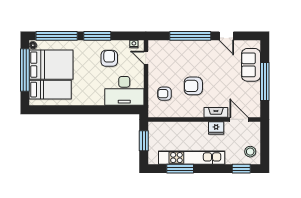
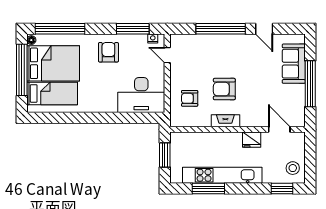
window: (97, 36) -> (133, 29), moved
armchair: (109, 58) -> (108, 52), moved
fireplace: (216, 112) -> (225, 121), moved

